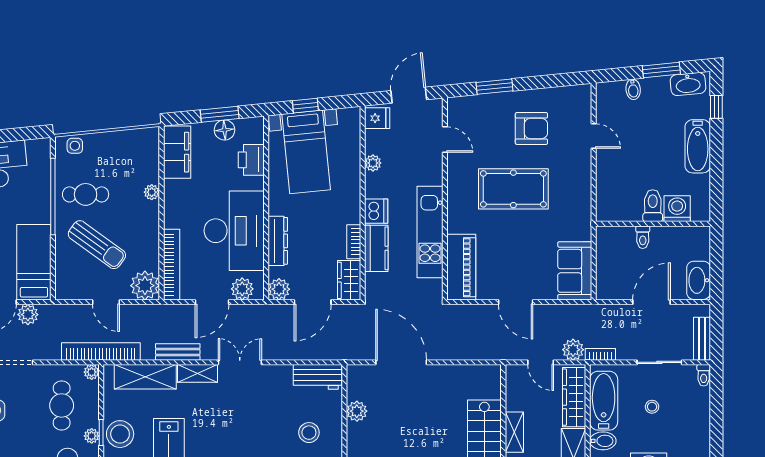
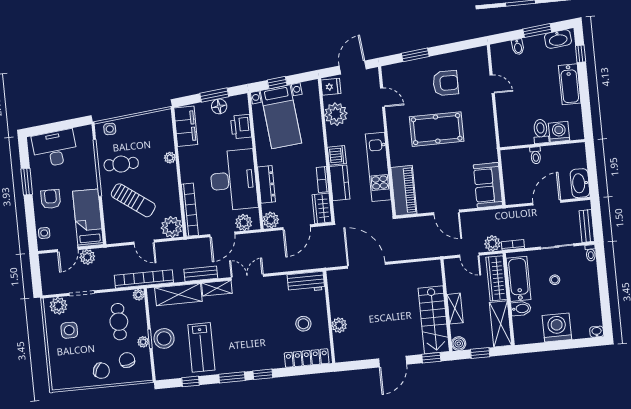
plant: (373, 163) -> (336, 114), width x1.88, depth x1.88
plant: (357, 411) -> (339, 325), moved

